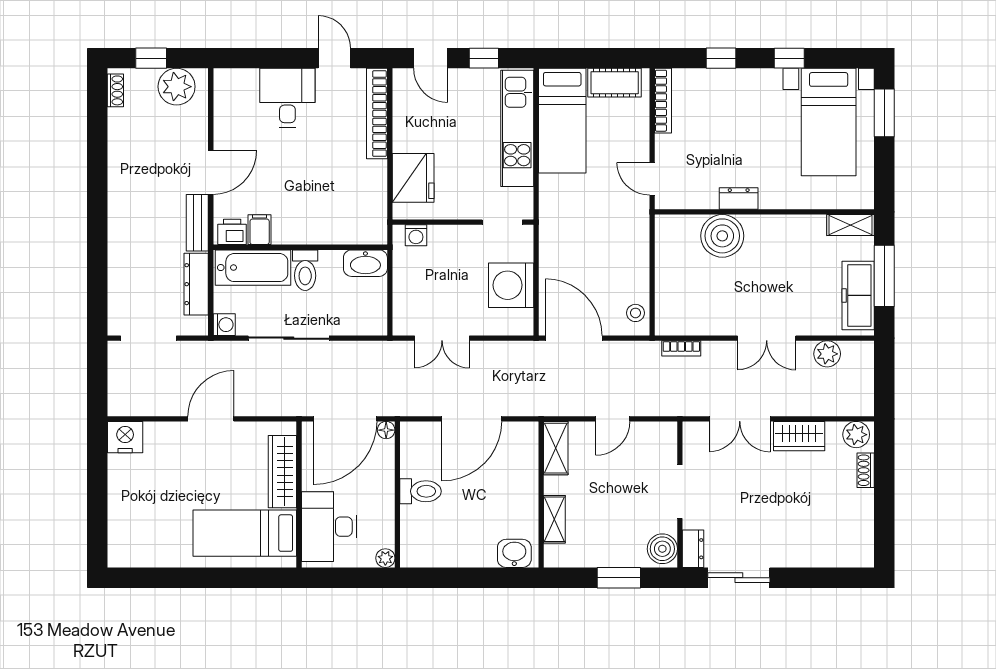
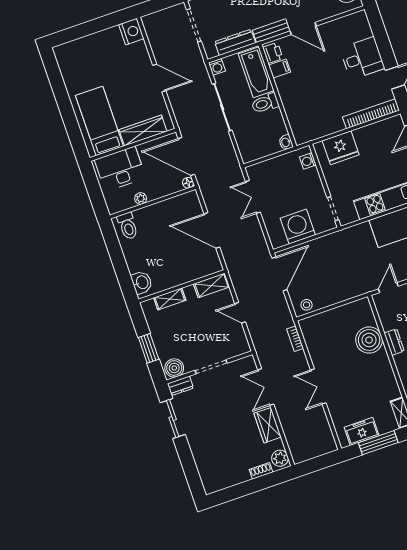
washbasin: (365, 263) -> (286, 142), width x0.52, depth x0.69
freezer: (858, 295) -> (362, 431), width x0.71
plant: (827, 354) -> (321, 425), removed
toilet: (421, 491) -> (128, 226), moved
plant: (385, 558) -> (141, 199), moved

